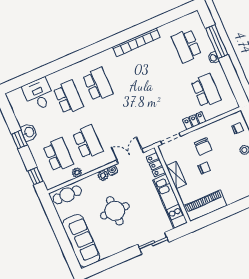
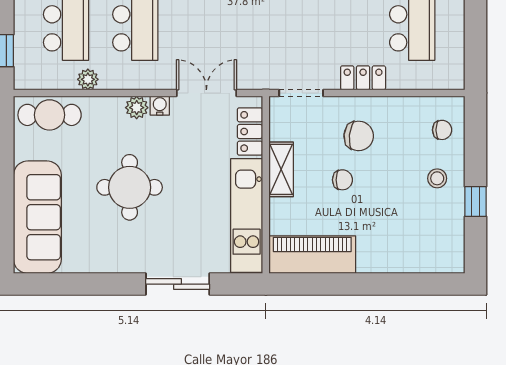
chair: (203, 146) -> (359, 136), turned -84

